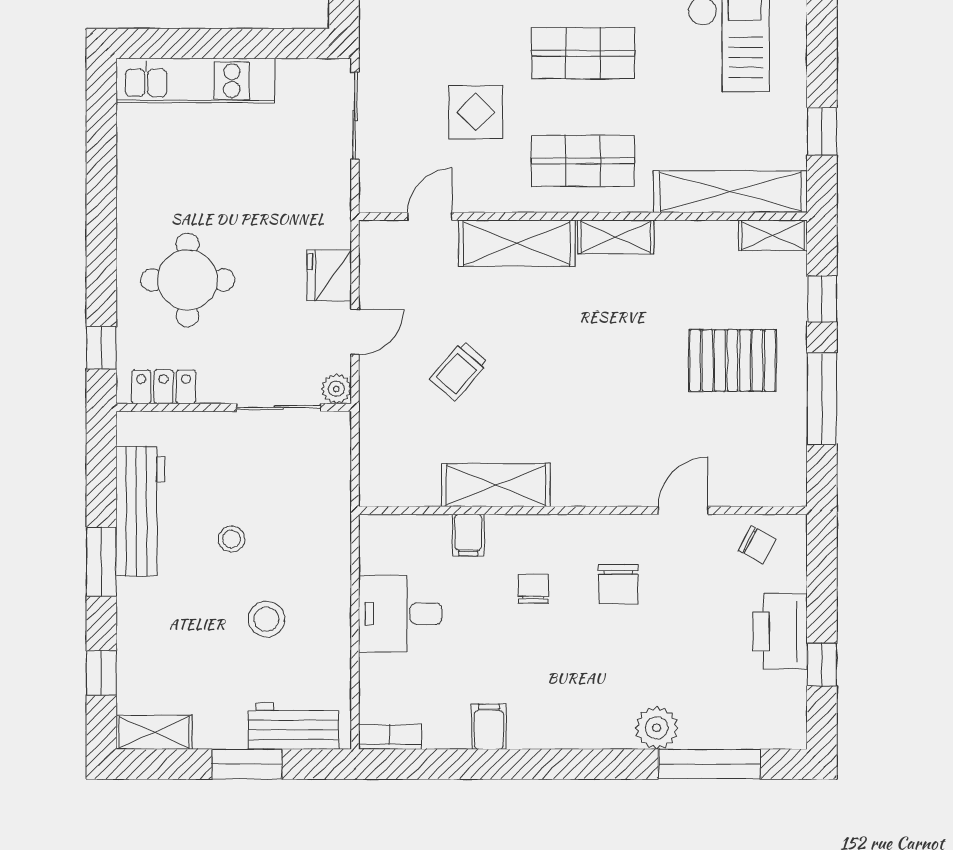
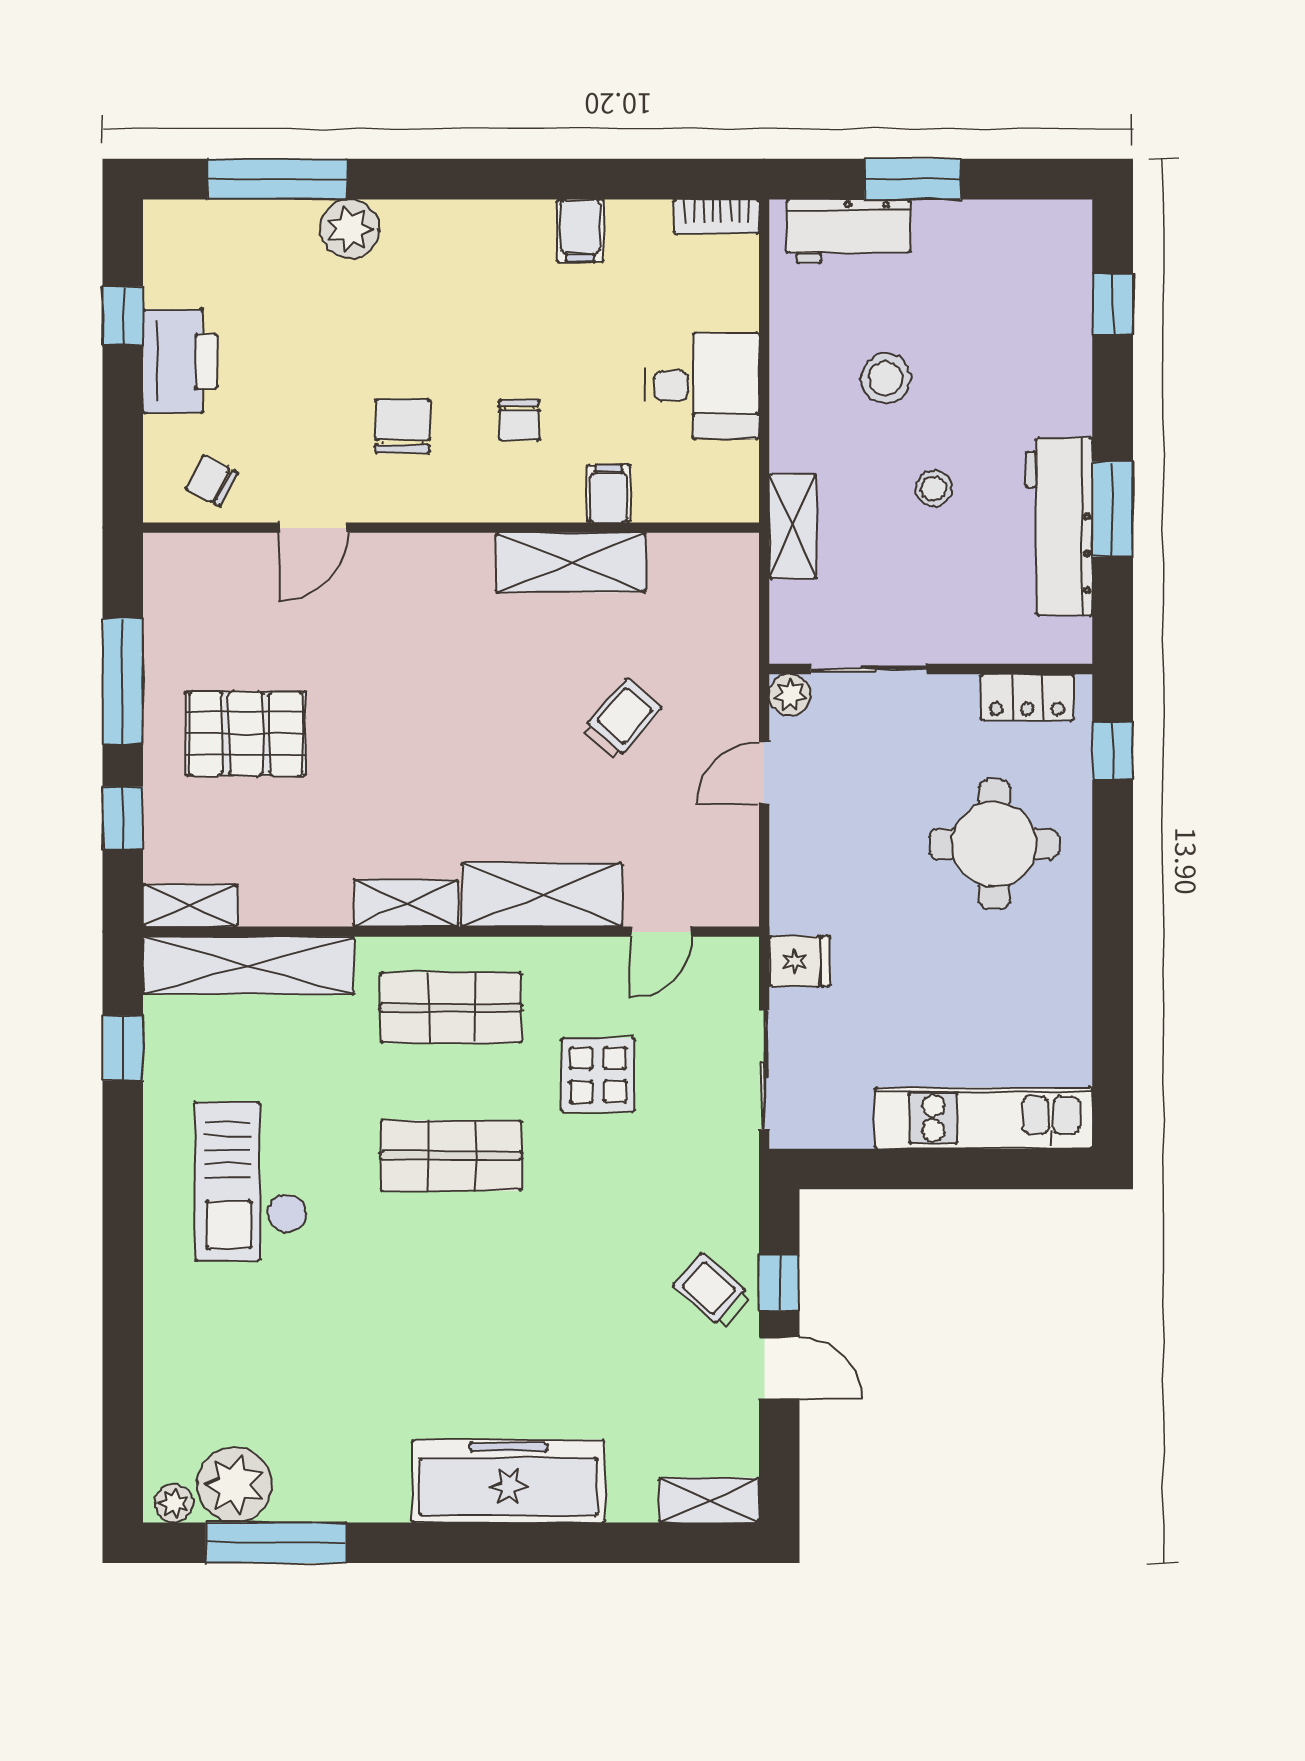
fridge: (329, 275) -> (799, 961), moved, width x0.72
window: (101, 562) -> (1113, 509), moved
shelving: (154, 732) -> (793, 526), moved, turned 90

